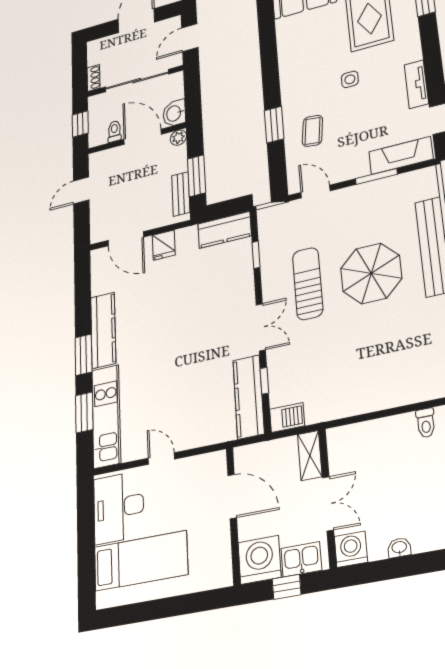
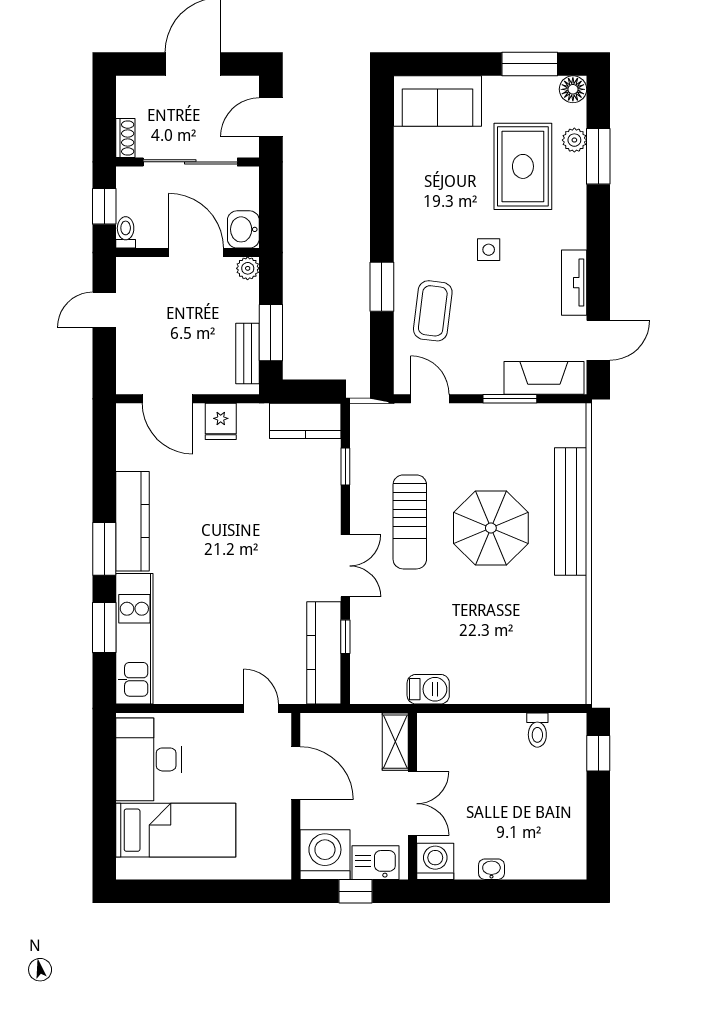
toilet: (114, 131) -> (126, 232), moved
coffee table: (312, 131) -> (433, 311), width x1.36, depth x1.30
sun lounger: (308, 284) -> (410, 522), turned 180
barbecue: (287, 418) -> (428, 689), moved
door: (161, 459) -> (261, 709), moved

